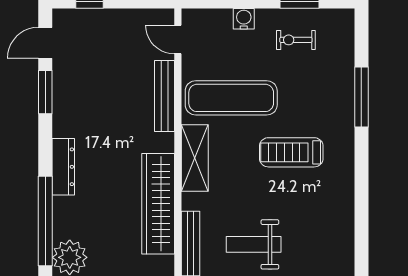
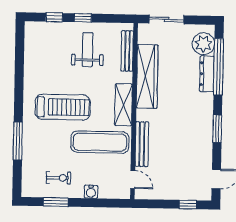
window: (45, 92) -> (217, 129), moved
treadmill: (291, 152) -> (63, 107), width x1.37, depth x1.38
dresser: (63, 167) -> (207, 74), moved
weight bench: (254, 244) -> (88, 50), turned -90

